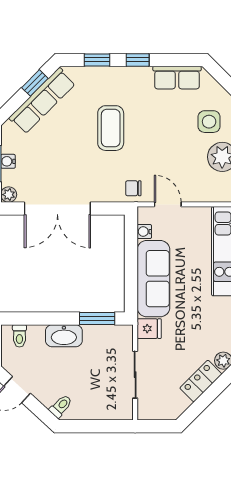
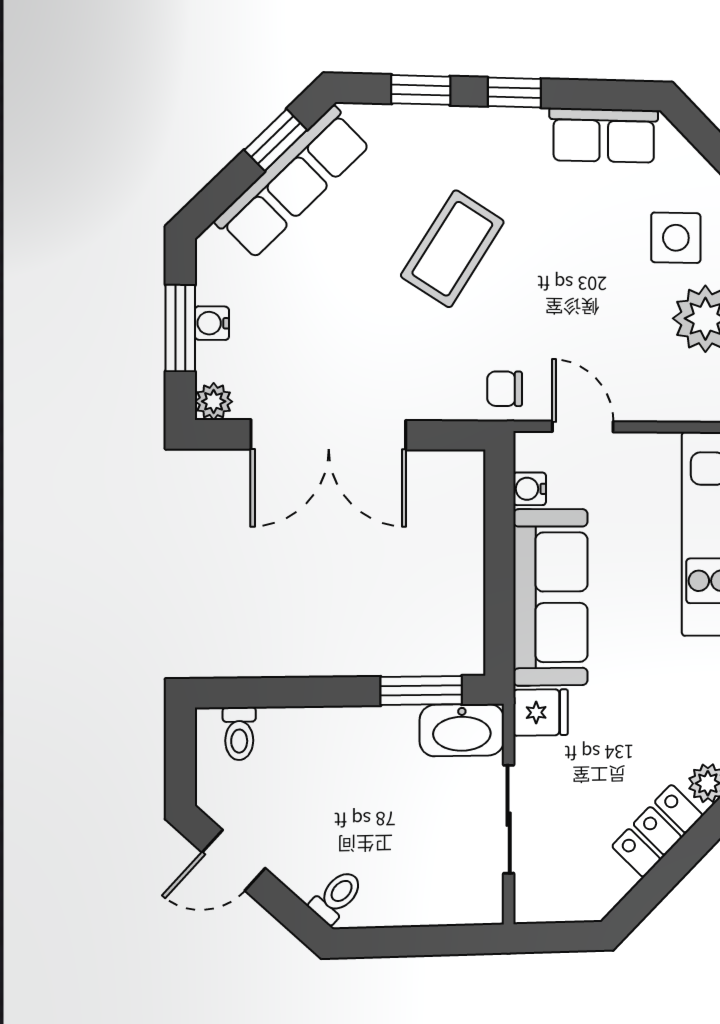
coffee table: (111, 128) -> (452, 249), turned 32
washbasin: (64, 336) -> (462, 730), moved

